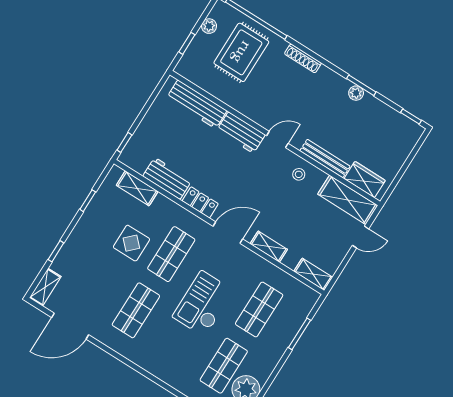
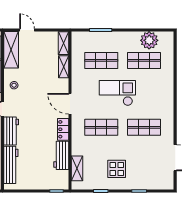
display table: (131, 243) -> (117, 169), moved
shelving: (269, 247) -> (64, 67), moved
shelving: (45, 287) -> (162, 185), removed
checkout: (203, 304) -> (117, 93), turned 180

